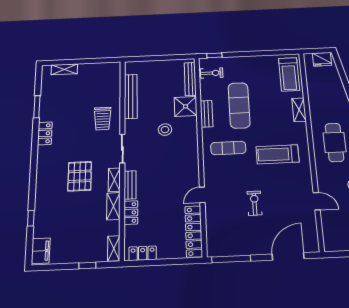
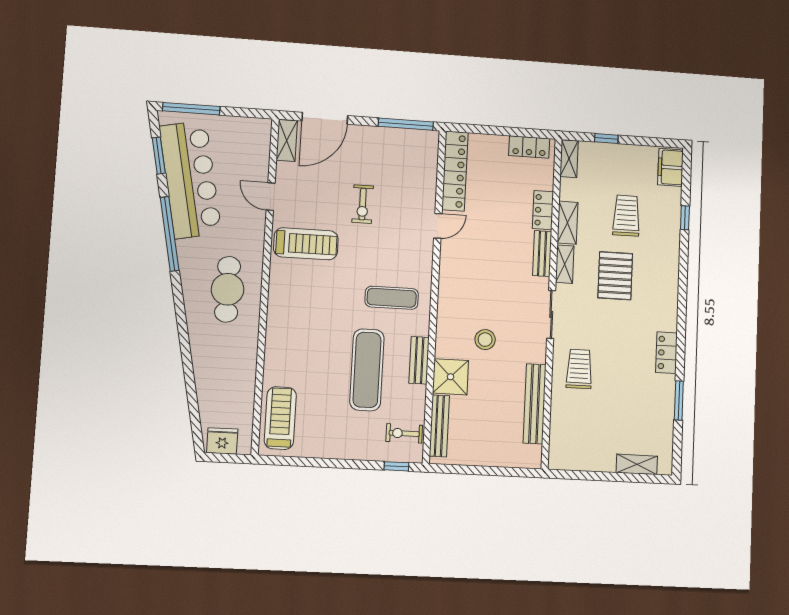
shelving: (299, 110) -> (287, 140), moved
treadmill: (277, 154) -> (306, 244), moved
trolley: (72, 215) -> (626, 216), added

